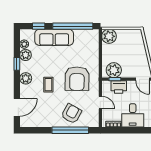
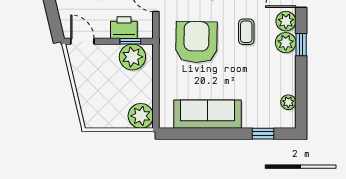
window: (73, 26) -> (204, 134), removed
sofa: (54, 37) -> (208, 114), moved
plant: (26, 55) -> (286, 21), moved
window: (17, 64) -> (301, 45), moved

